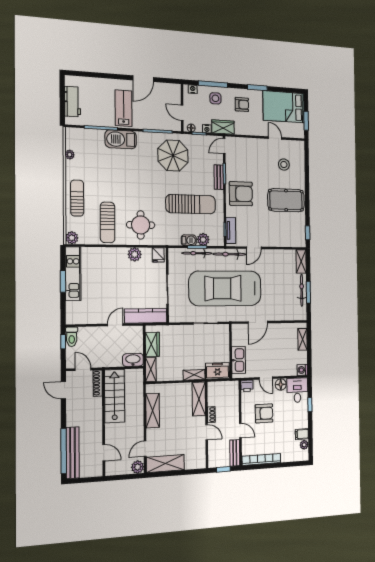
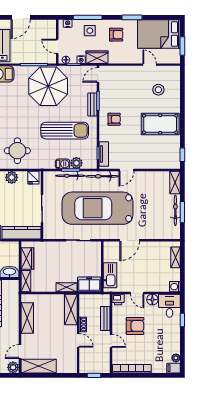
parasol: (173, 156) -> (48, 86), width x1.36, depth x1.36
armchair: (241, 194) -> (114, 119), width x0.53, depth x0.53
filing cabinet: (302, 434) -> (174, 368), moved
bench: (235, 453) -> (105, 318), moved

